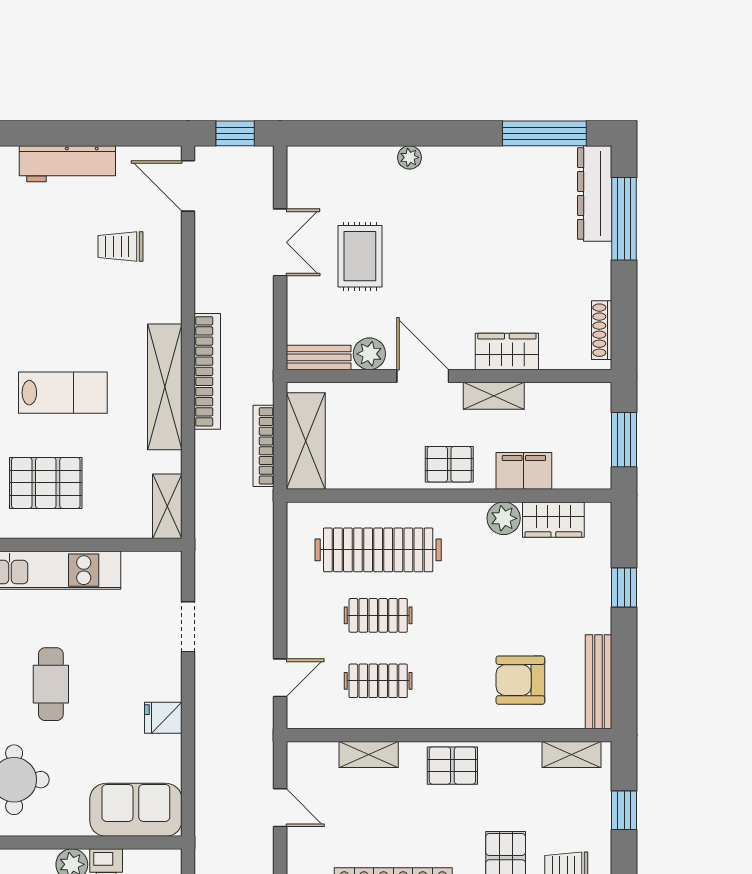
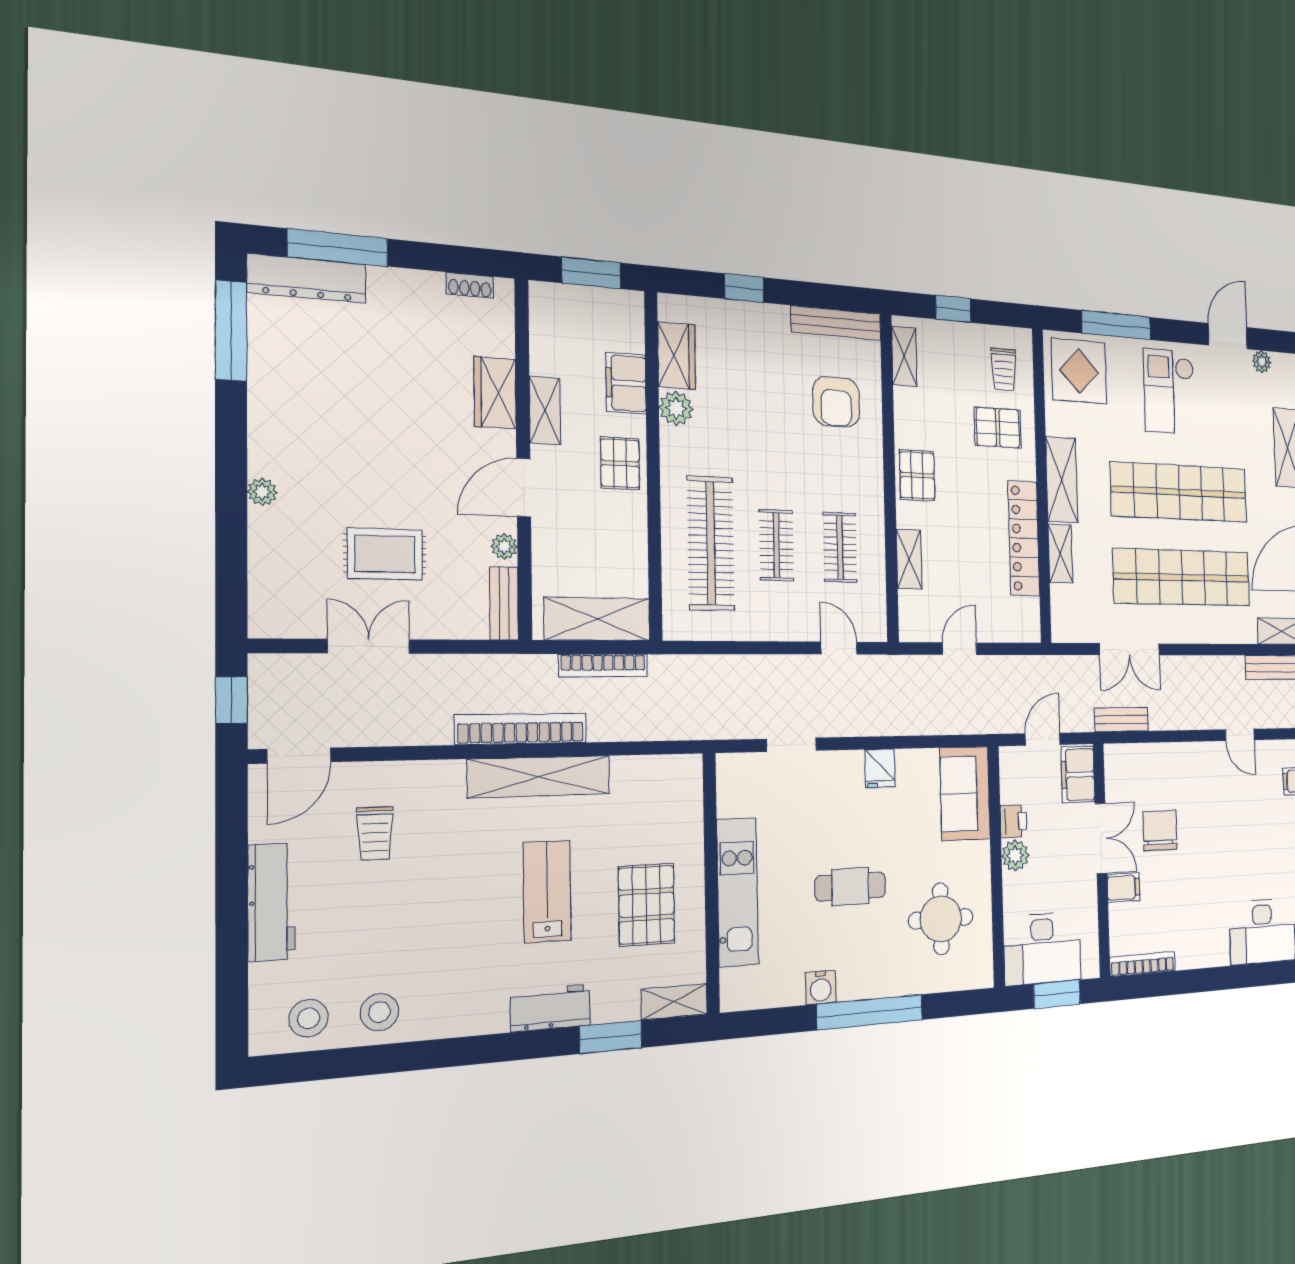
shoe rack: (602, 330) -> (470, 285), width x0.70
plant: (369, 354) -> (504, 546), width x0.73, depth x0.73
shelving: (167, 506) -> (669, 770), removed

